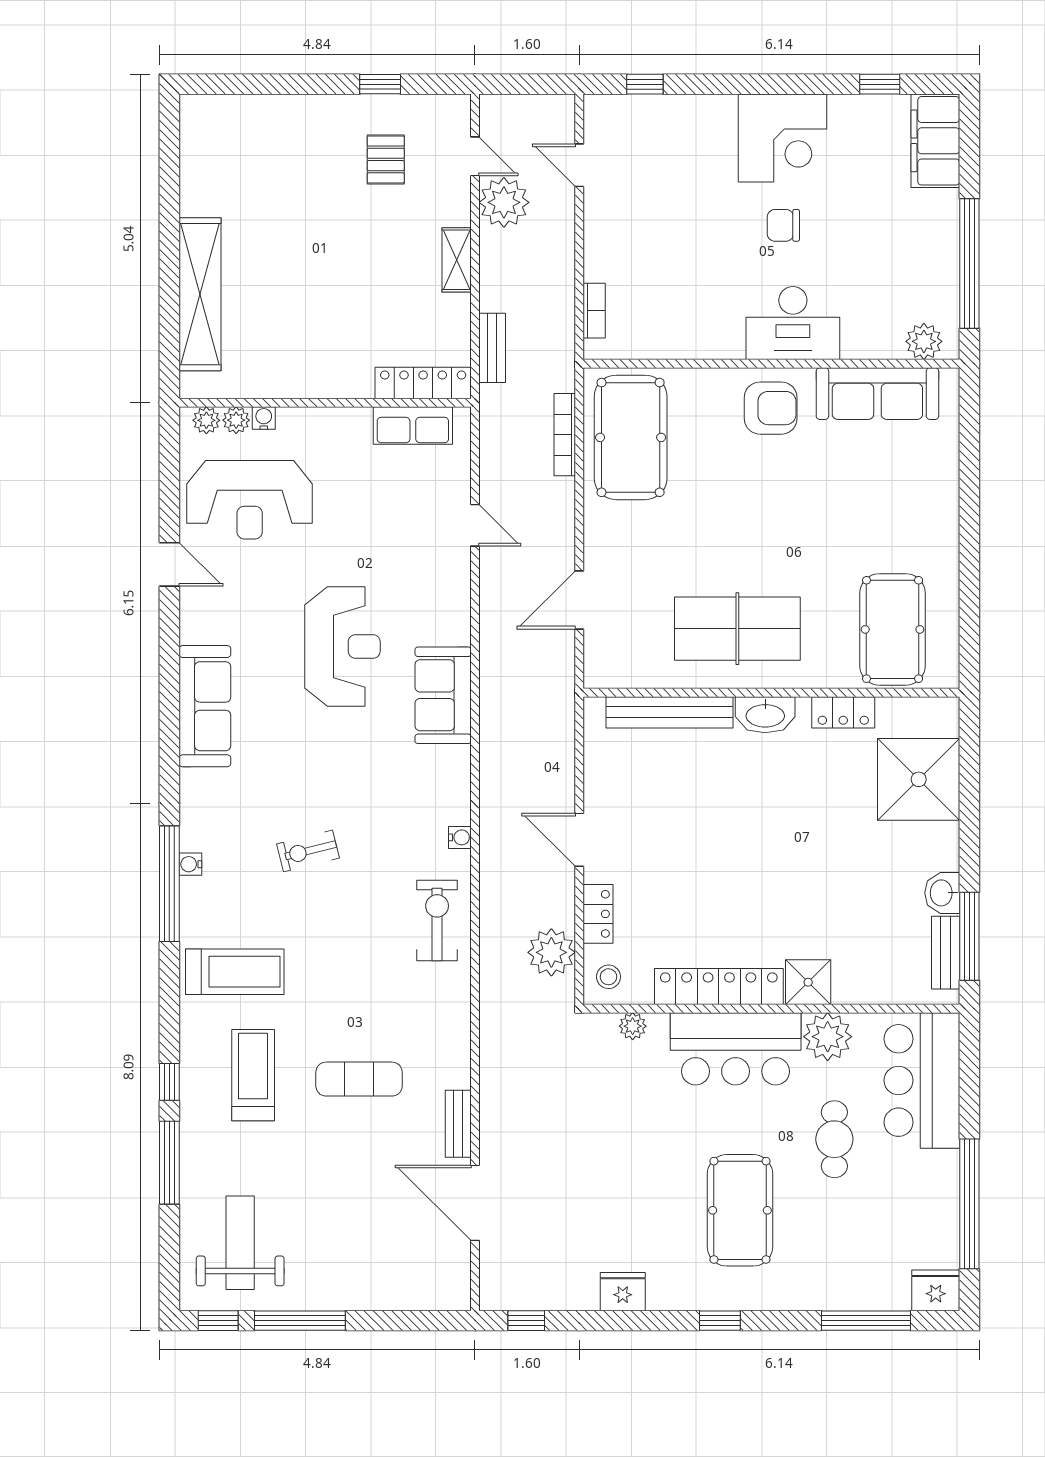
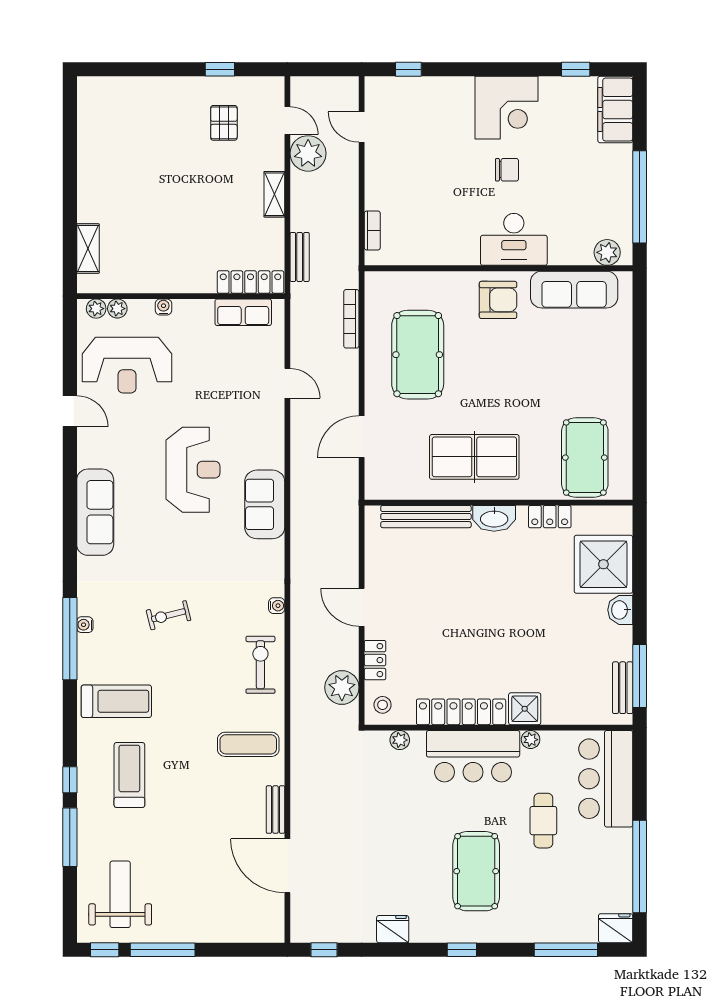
chair: (783, 225) -> (507, 170), turned 180
shelving: (200, 294) -> (88, 249), width x0.45, depth x0.75
water cooler: (264, 418) -> (163, 307), moved
pool table: (631, 437) -> (418, 355), moved
washbasin: (942, 893) -> (620, 610), moved
plant: (828, 1037) -> (531, 740), width x0.53, depth x0.53
exercise mat: (359, 1079) -> (248, 744), moved

